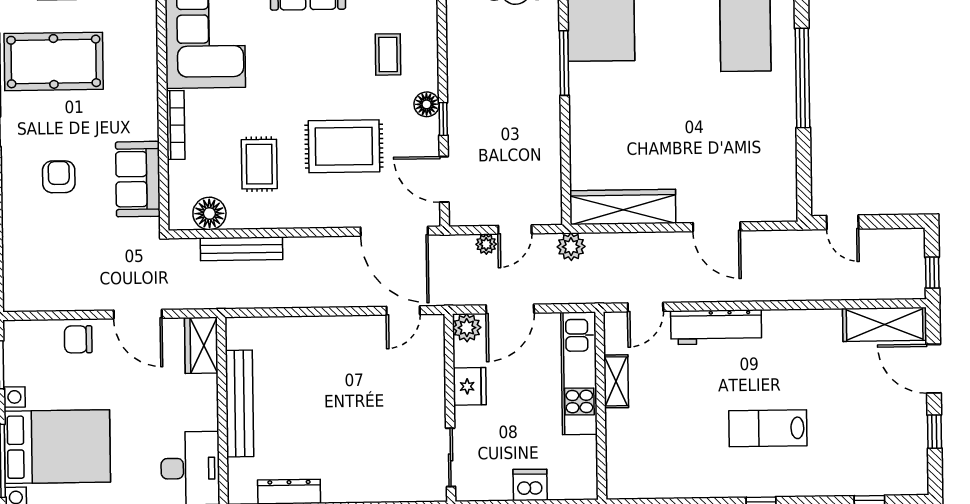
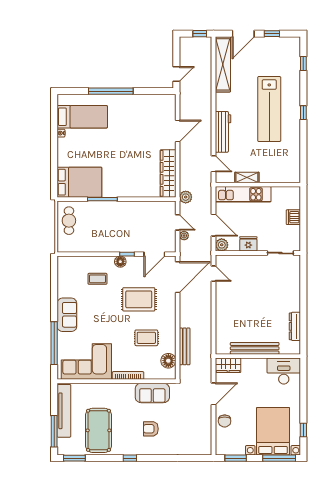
rug: (344, 146) -> (139, 299), turned 90
shelving: (885, 324) -> (223, 64), width x1.47
lab bench: (768, 428) -> (269, 109), width x1.86, depth x1.39

